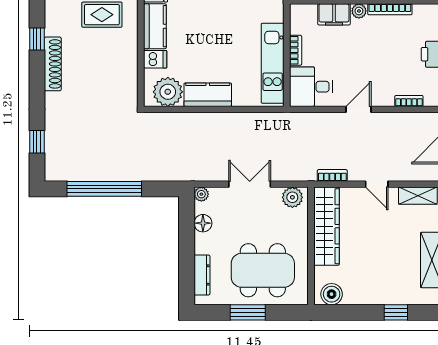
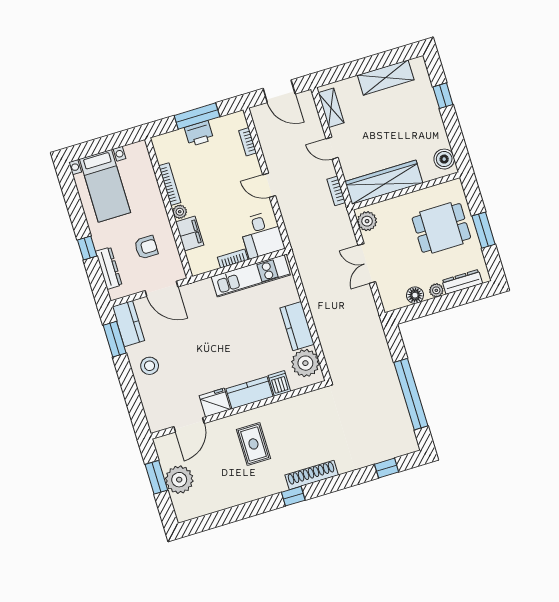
door: (377, 184) -> (332, 148), swing flipped
plant: (201, 194) -> (436, 290), moved
dining table: (263, 270) -> (441, 228), width x0.73

